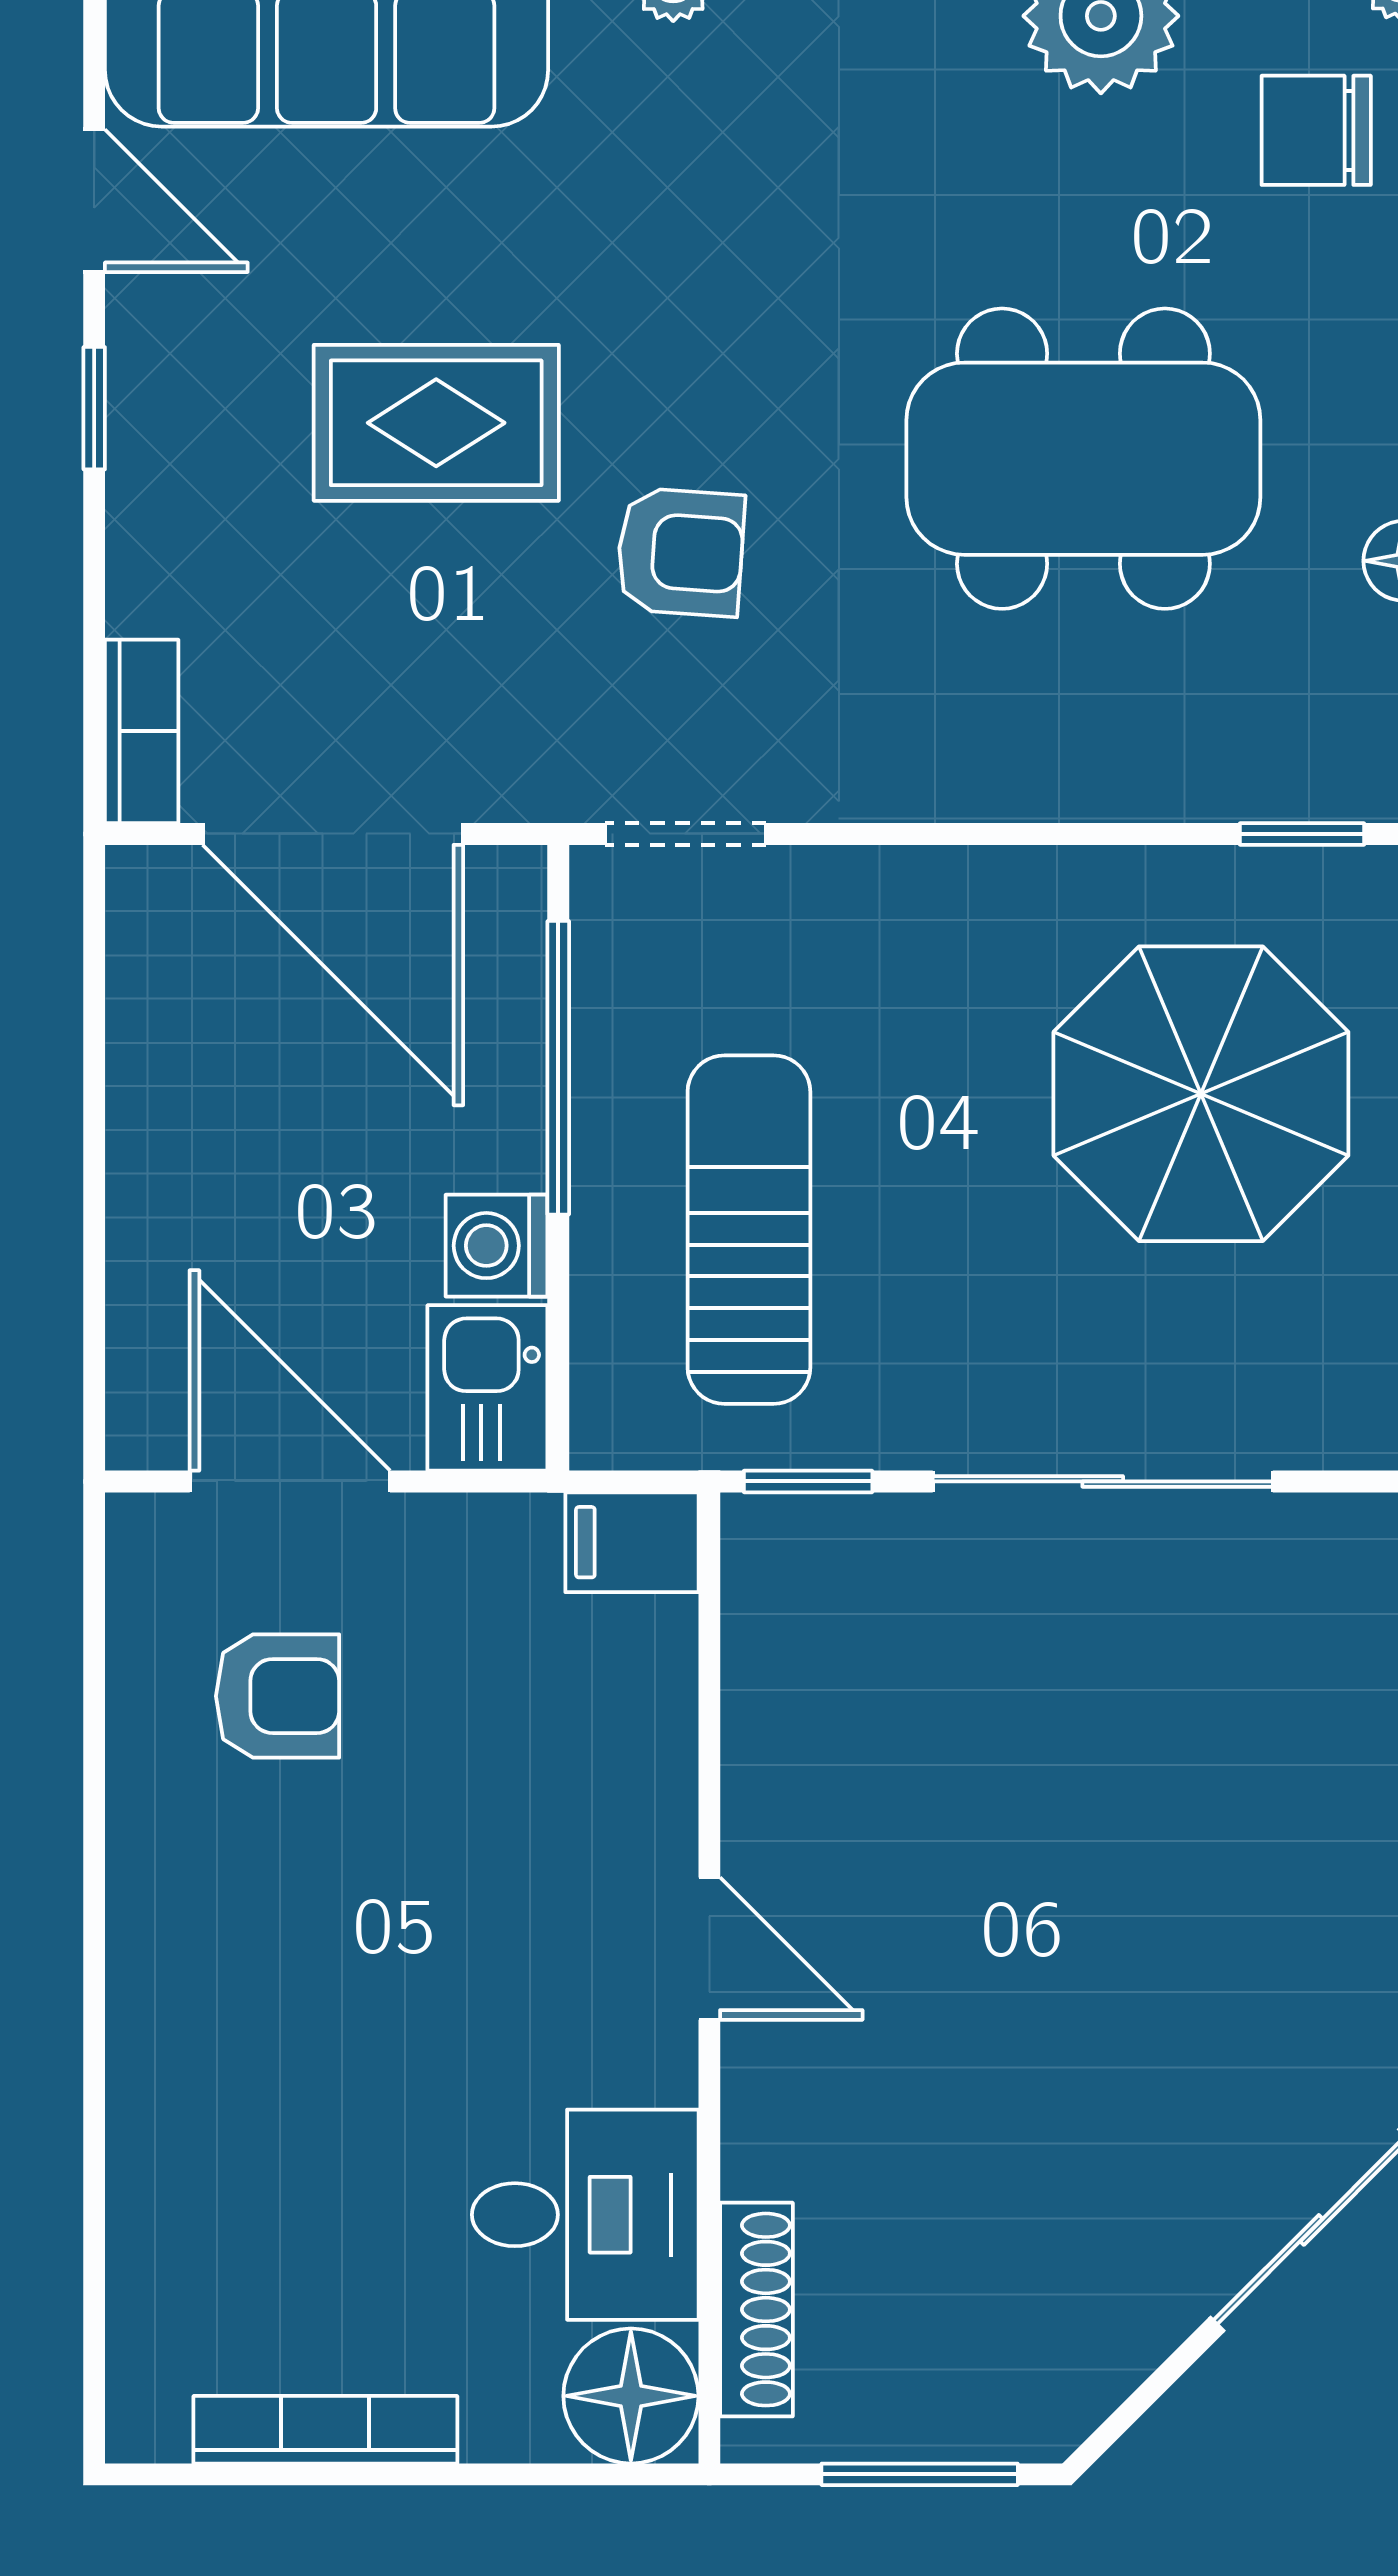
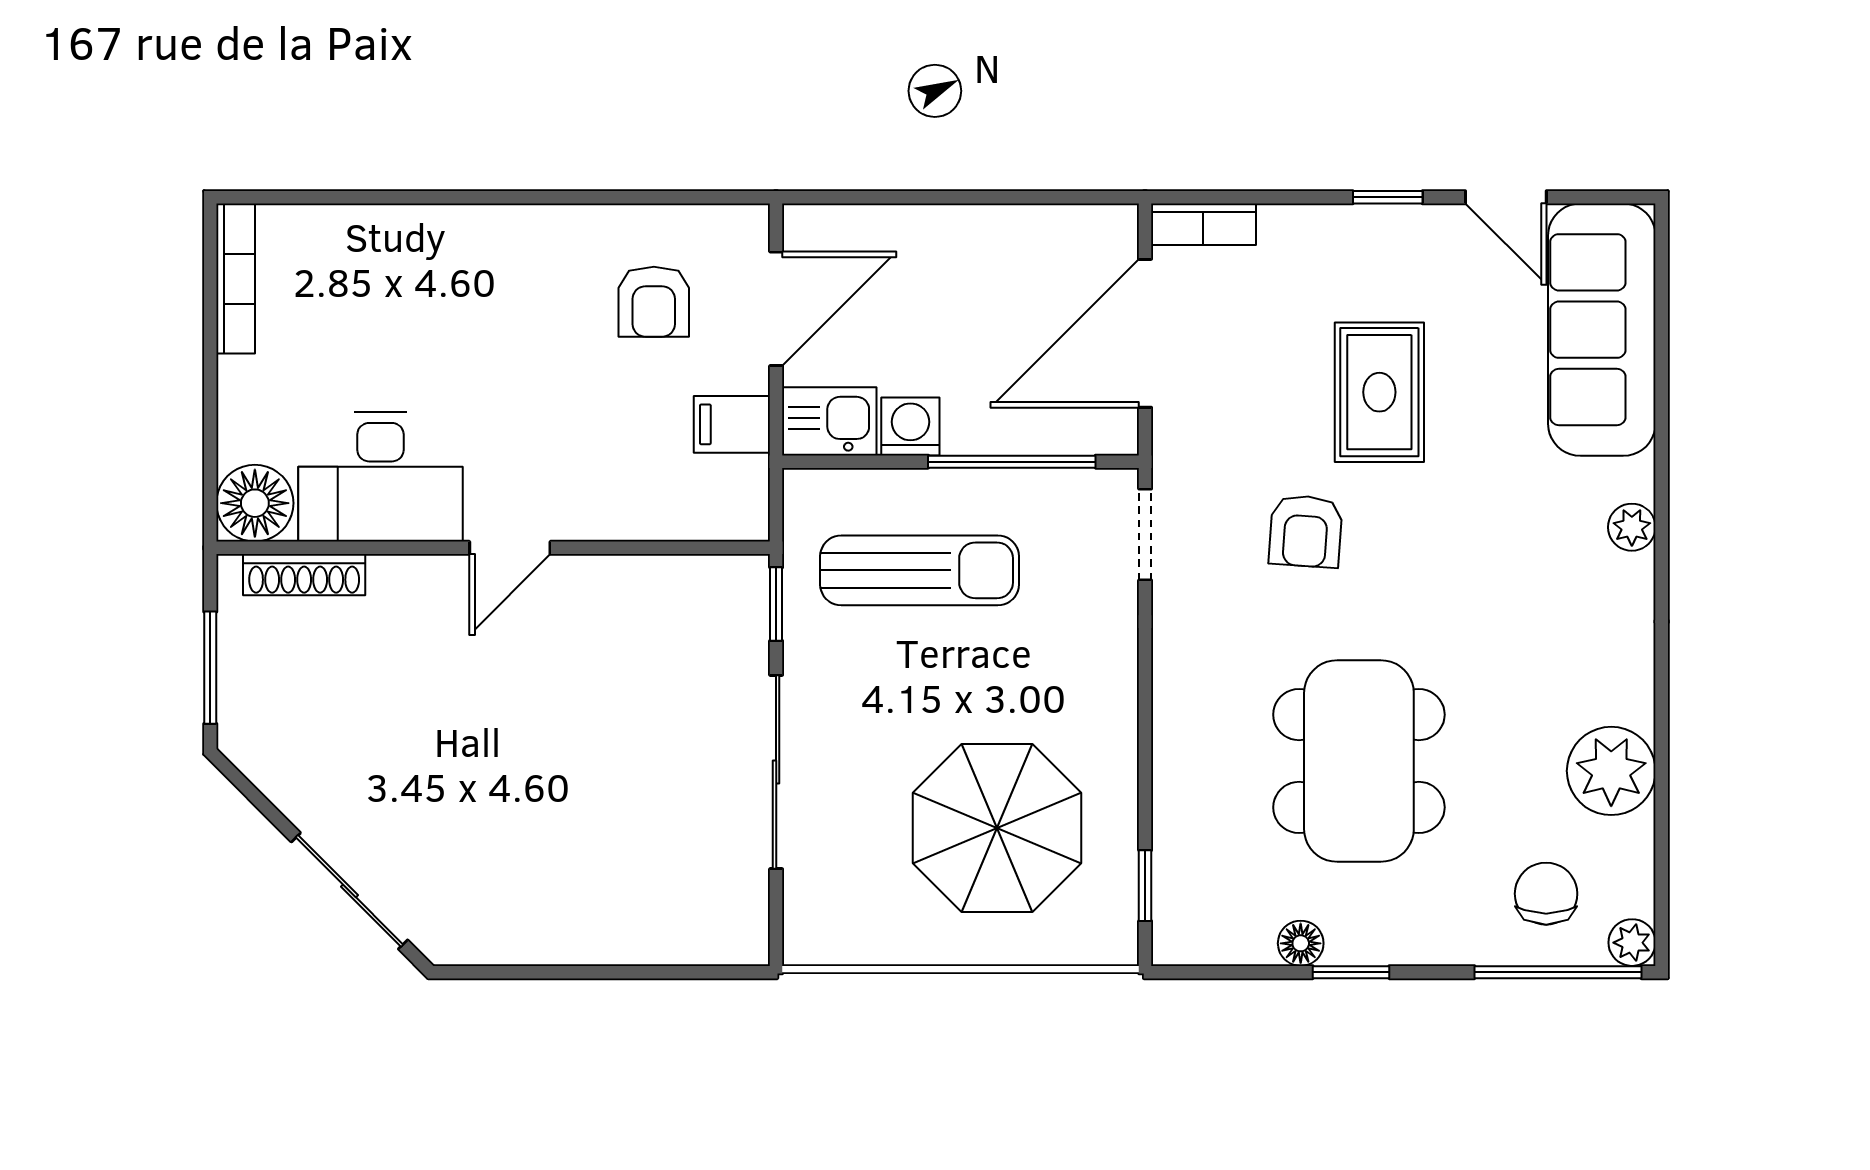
door: (94, 201) -> (1506, 197), hinge flipped
filing cabinet: (632, 1542) -> (732, 424), moved, turned -90
desk: (585, 2215) -> (380, 477), width x1.37
bookcase: (325, 2430) -> (236, 279), moved

